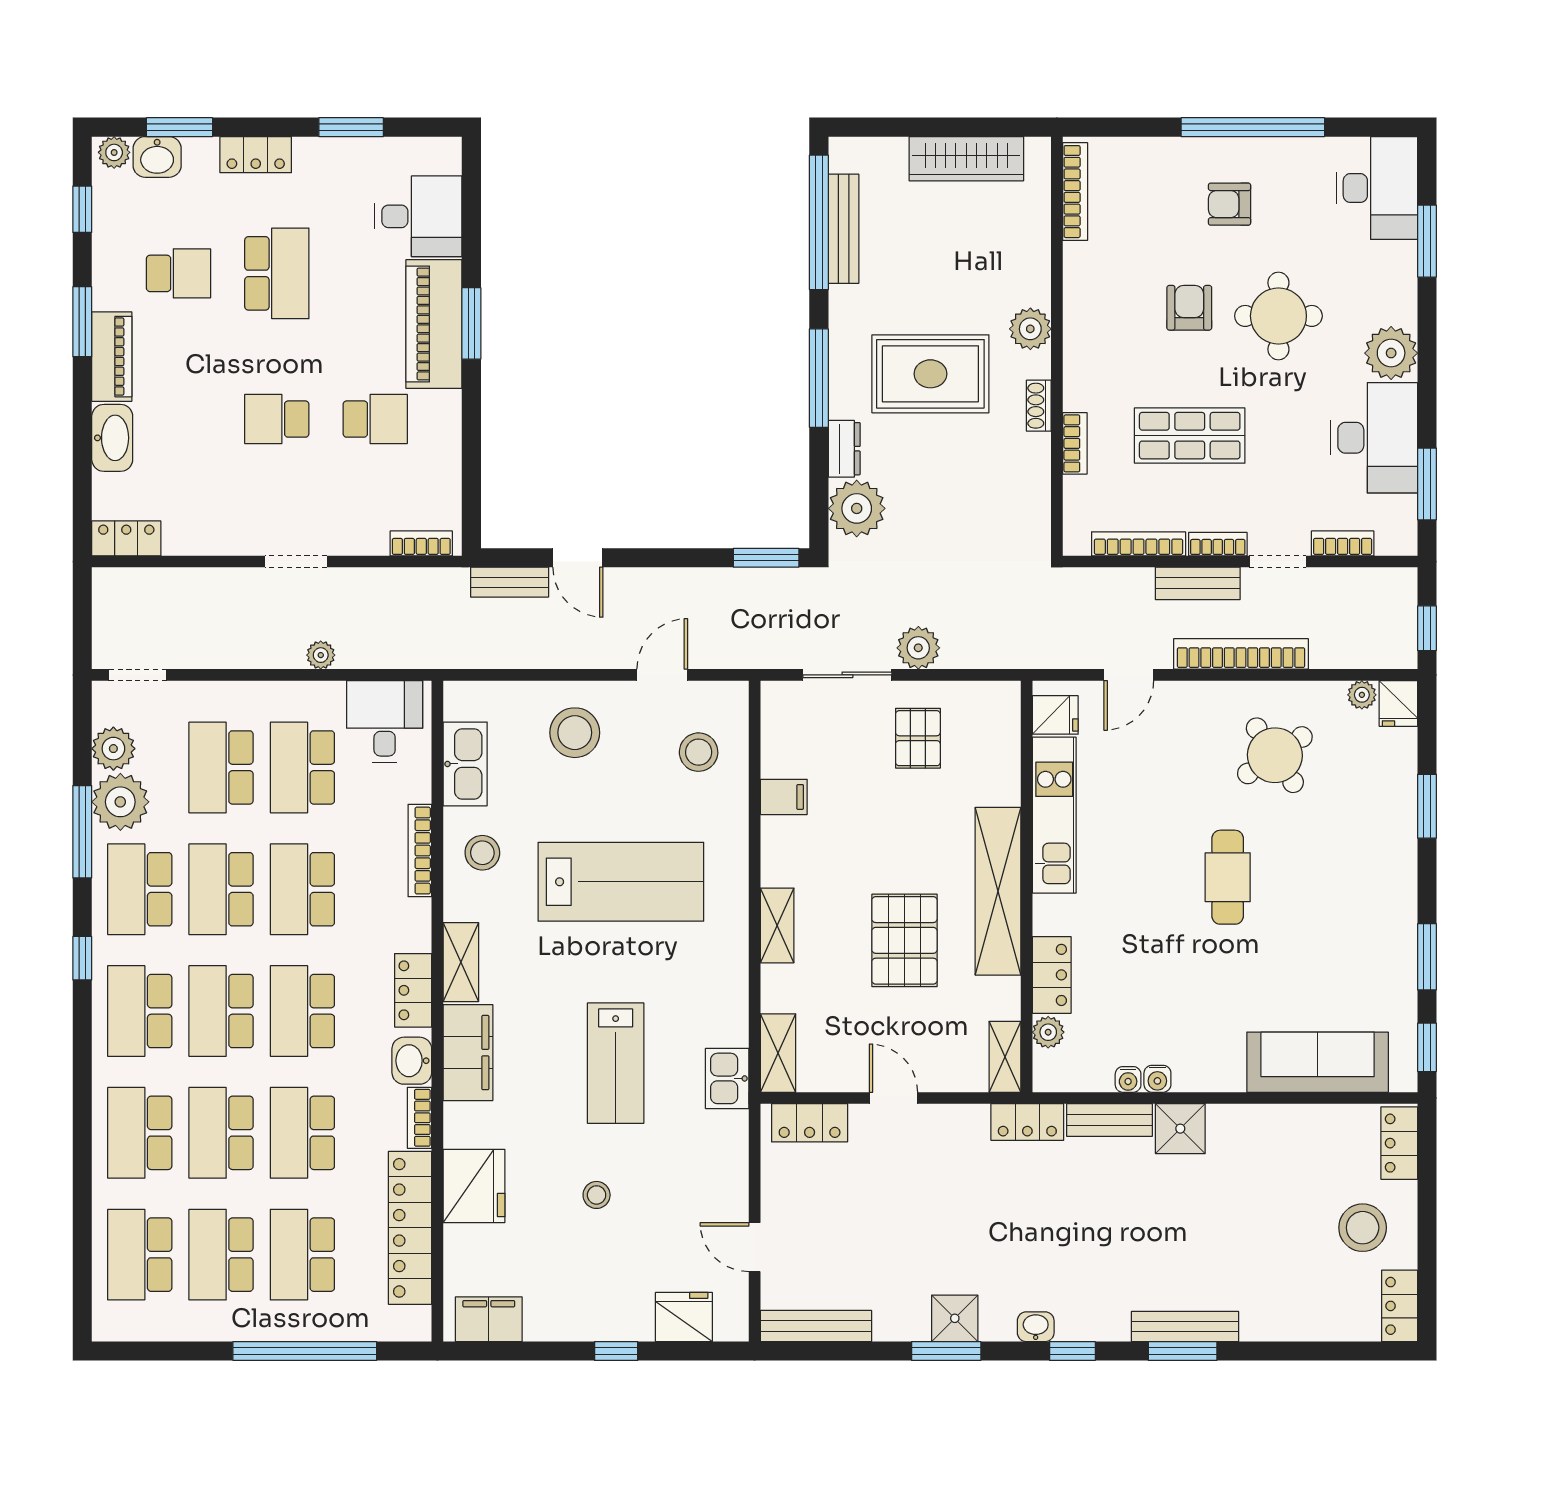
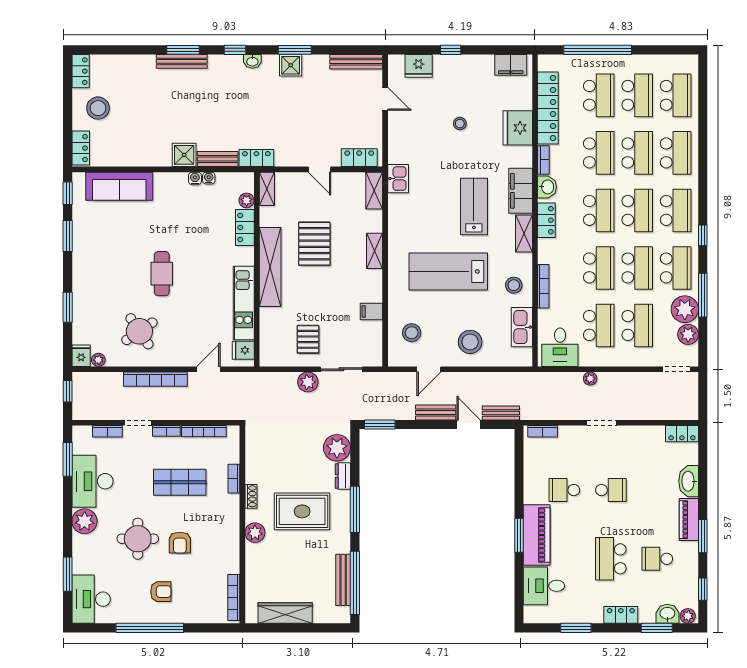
bench: (1198, 583) -> (436, 412), moved
lab bench: (616, 1063) -> (474, 206), moved

